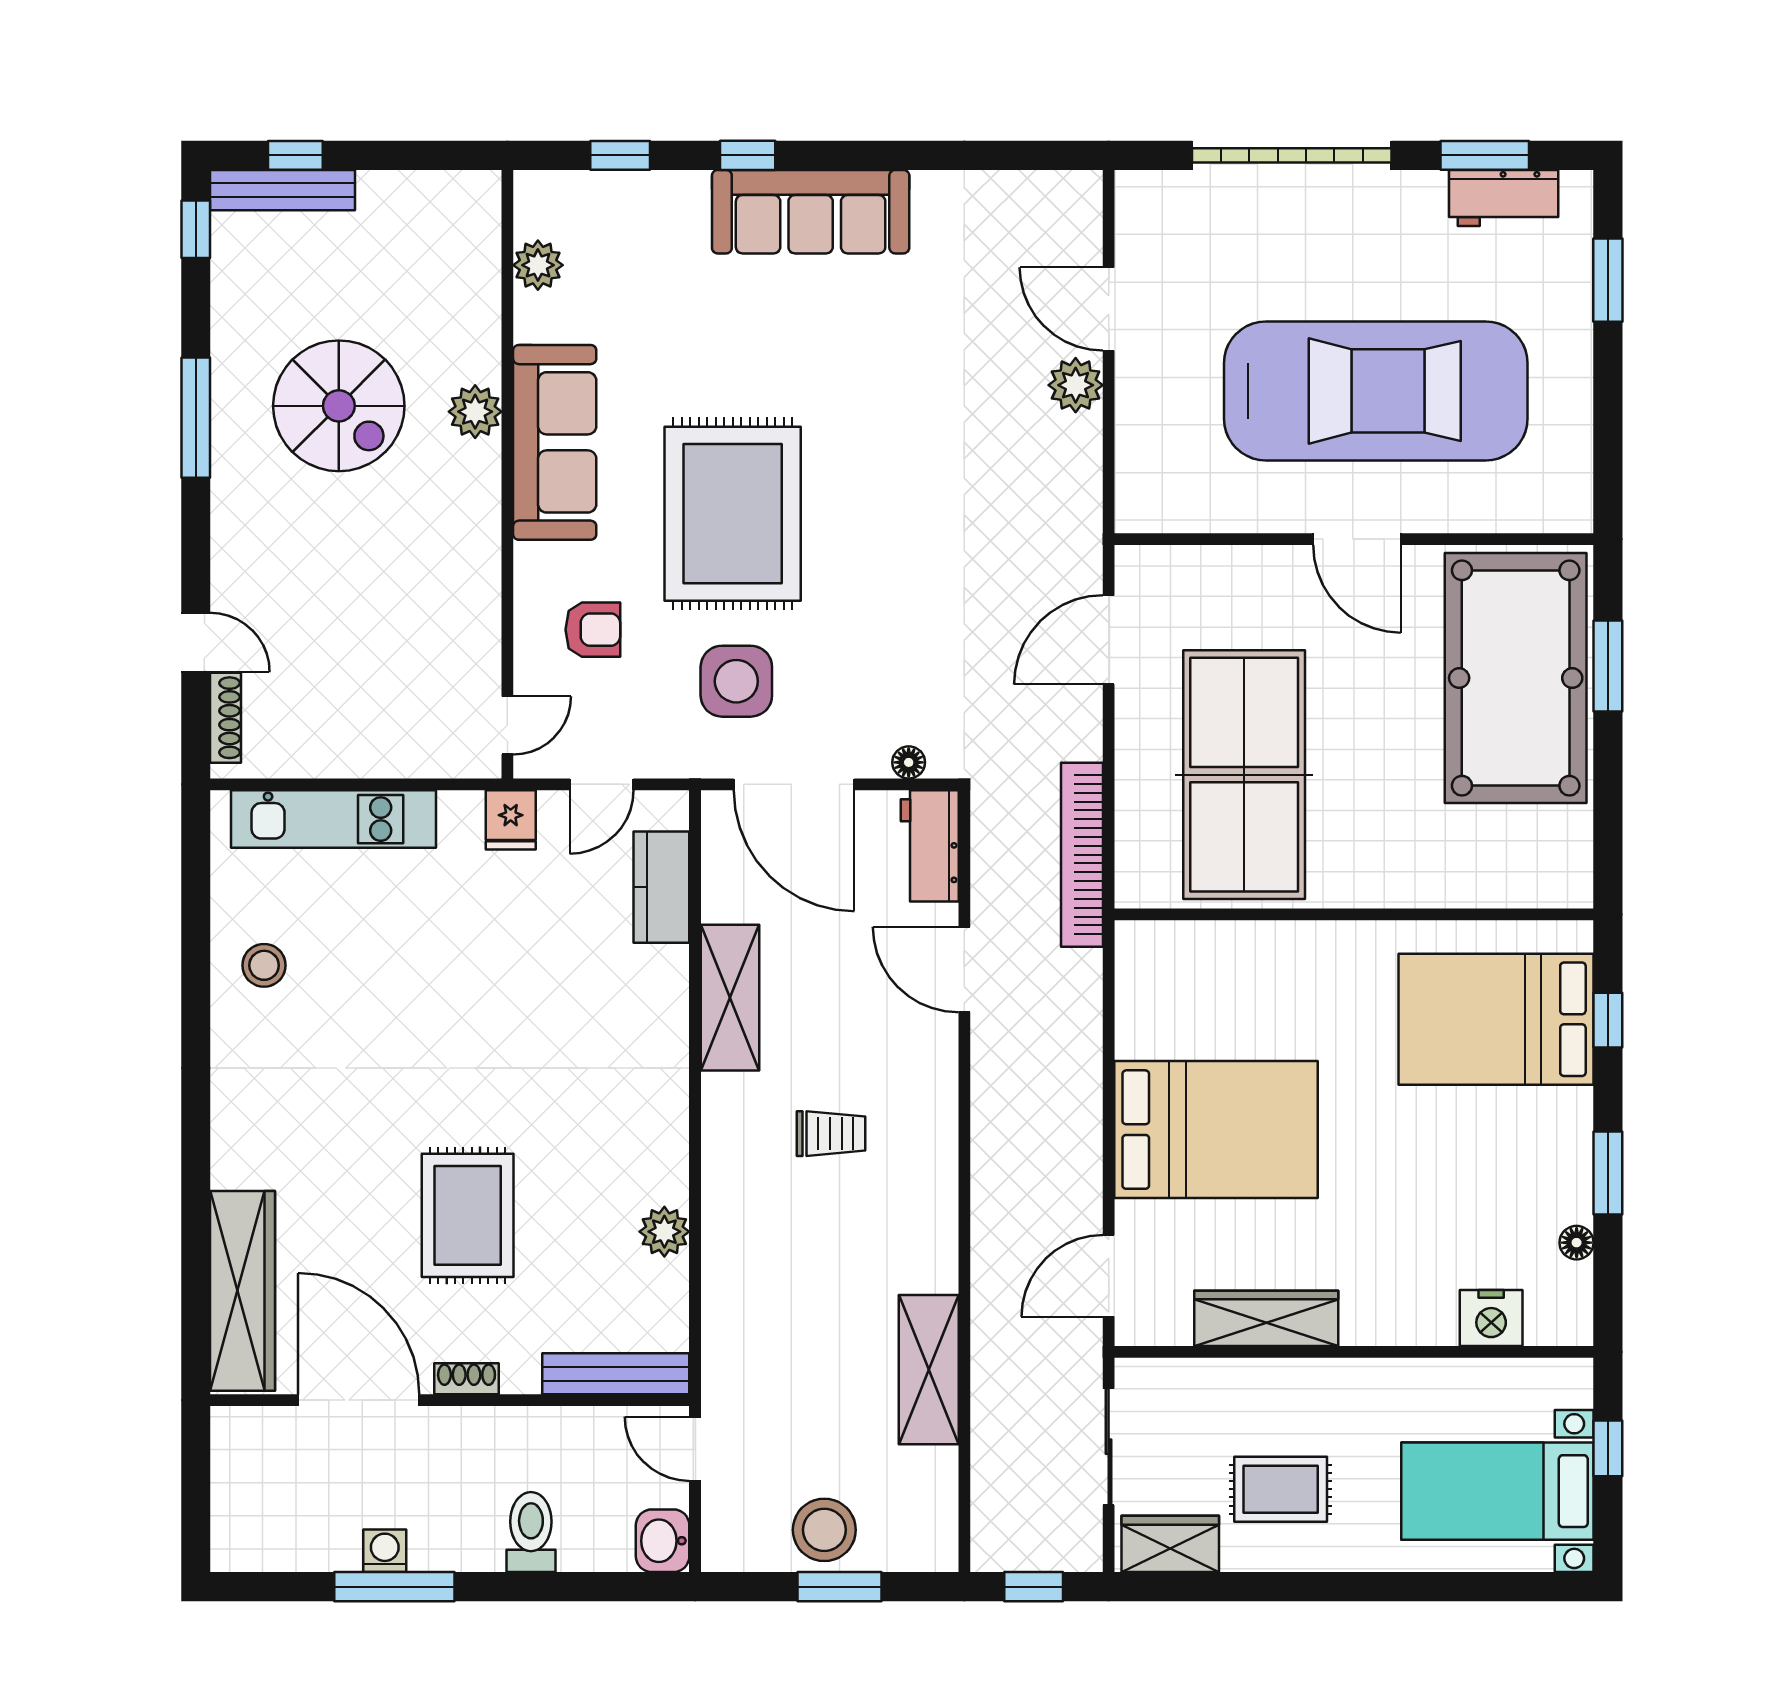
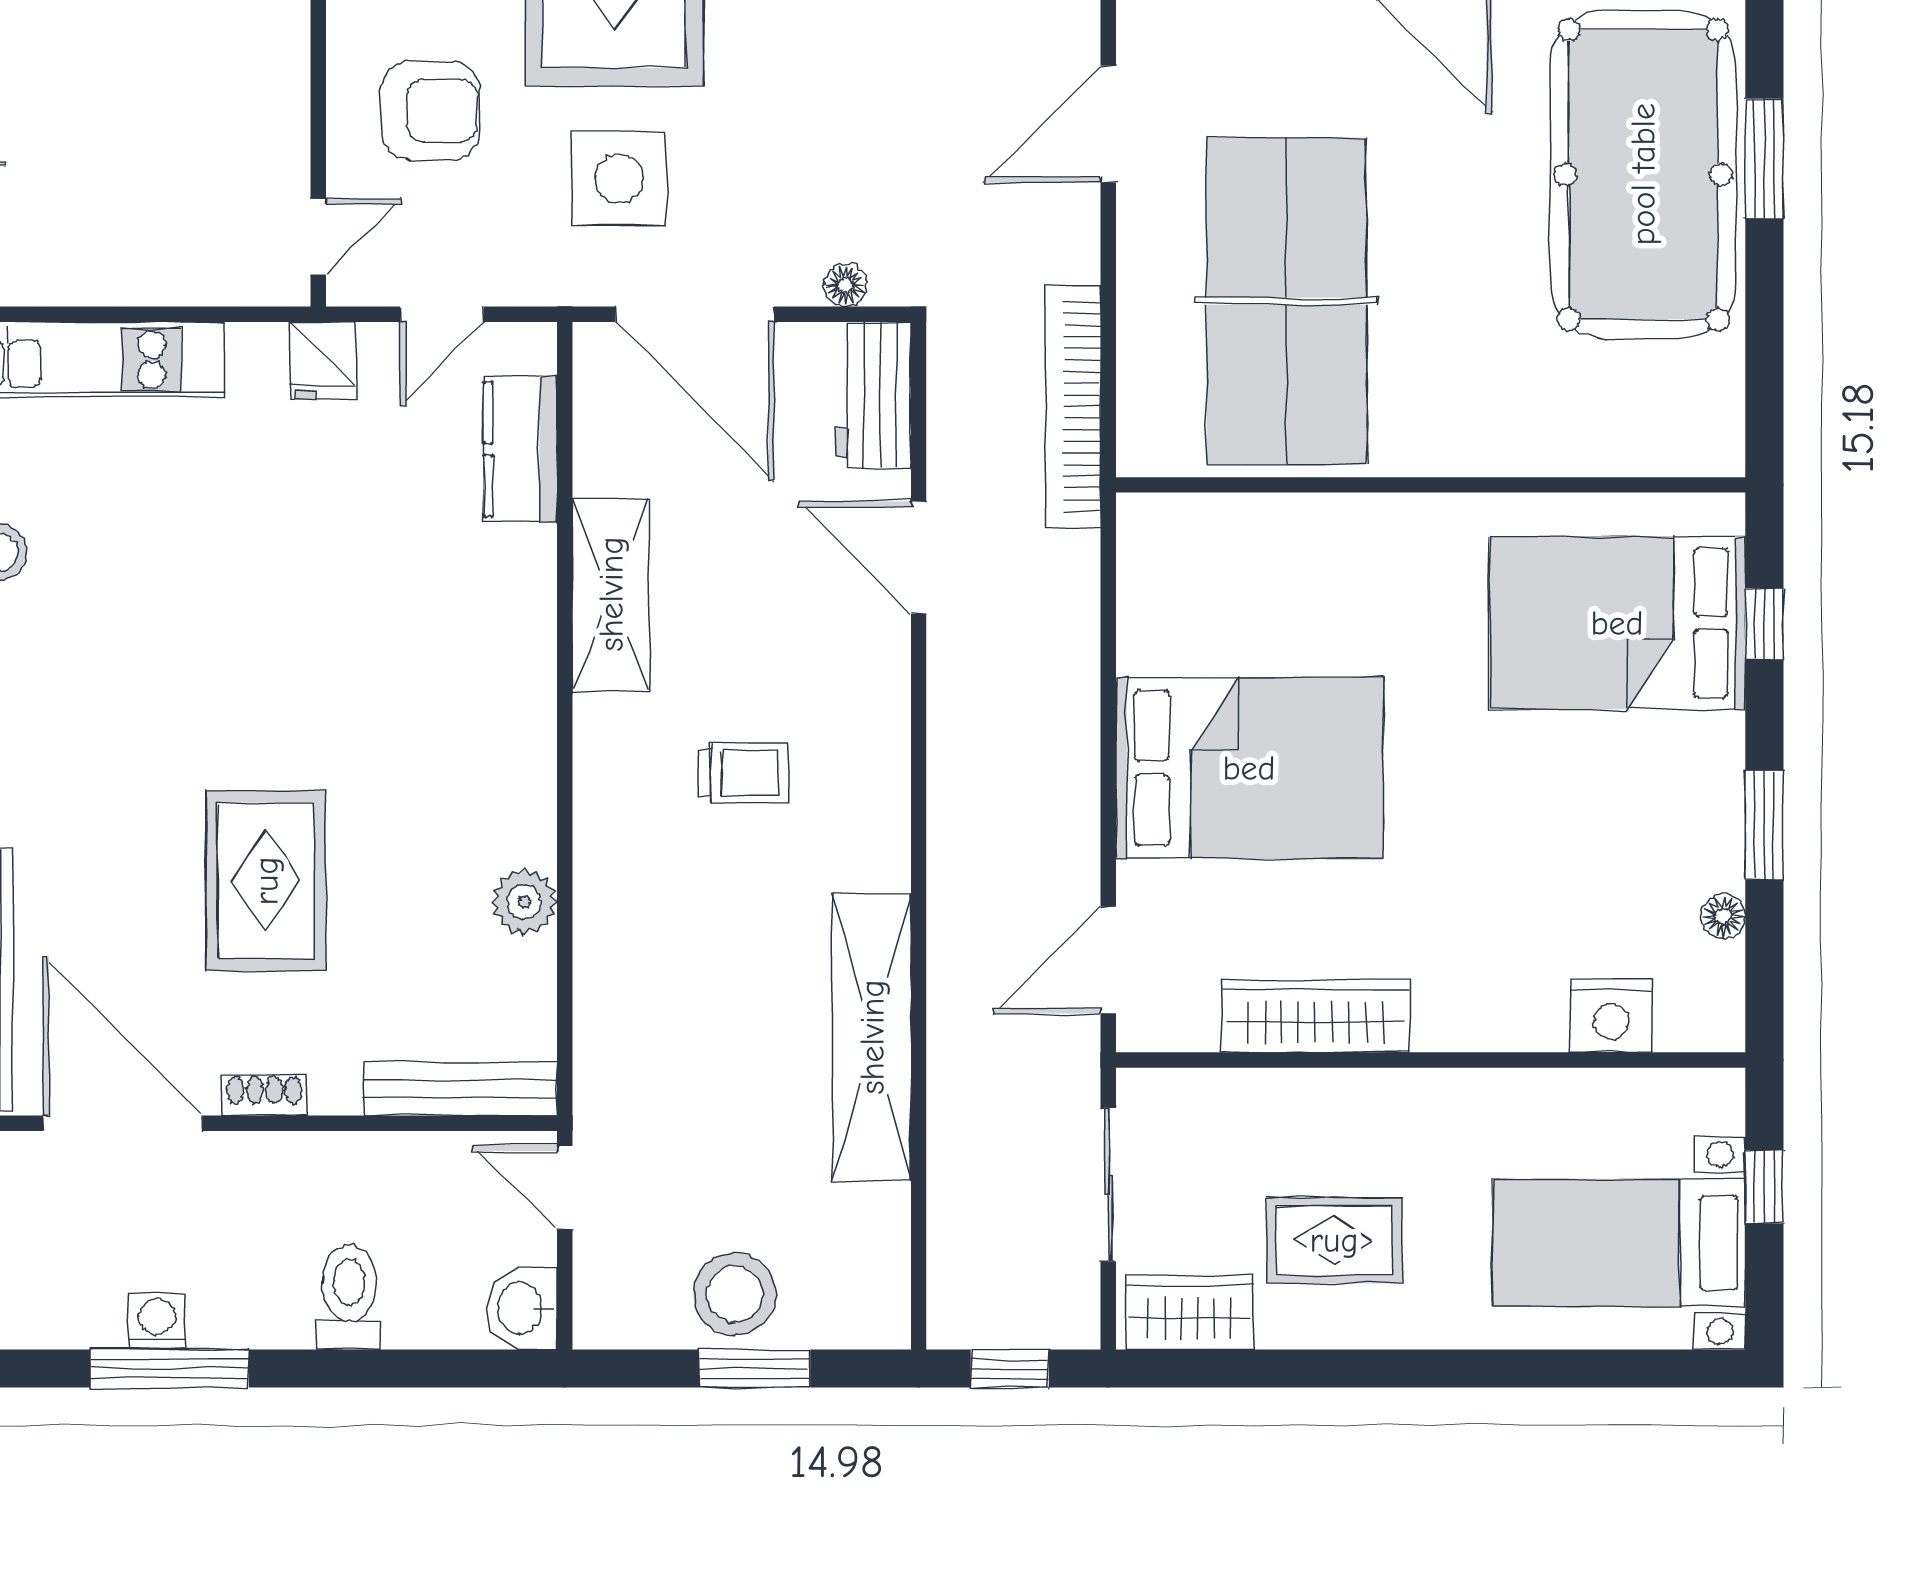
armchair: (593, 630) -> (430, 111), width x1.38, depth x1.38
shelving: (929, 1370) -> (872, 1037), width x1.47

